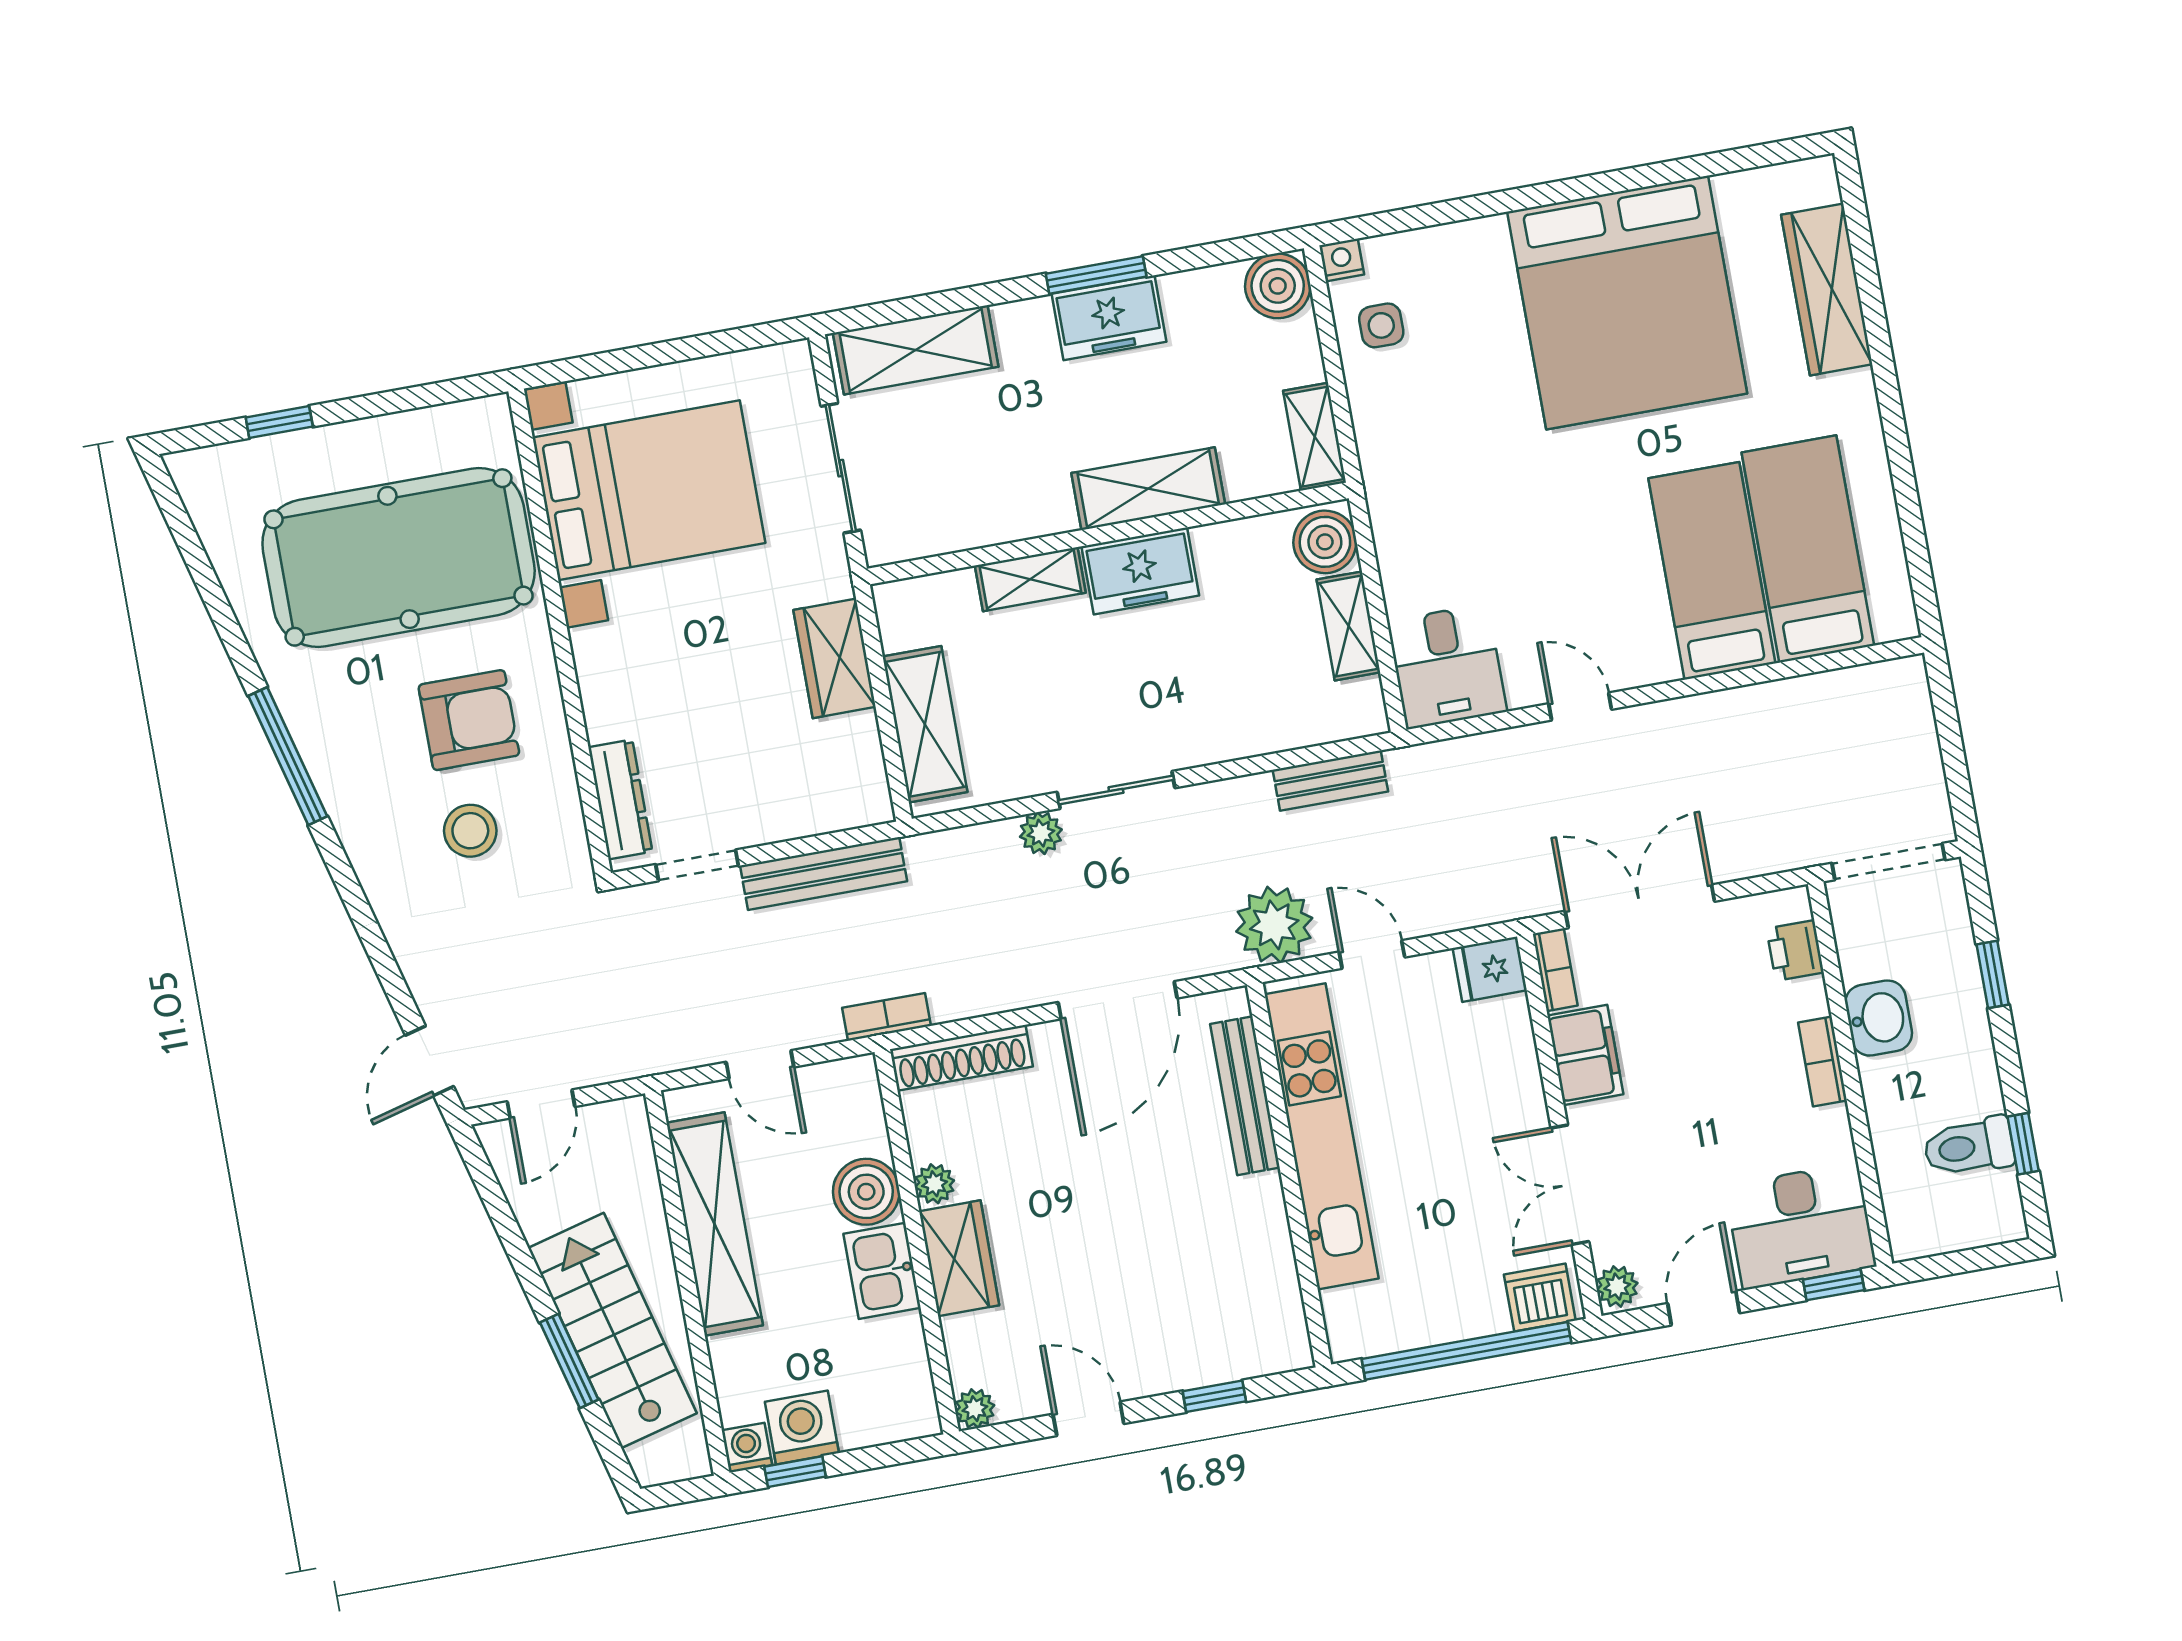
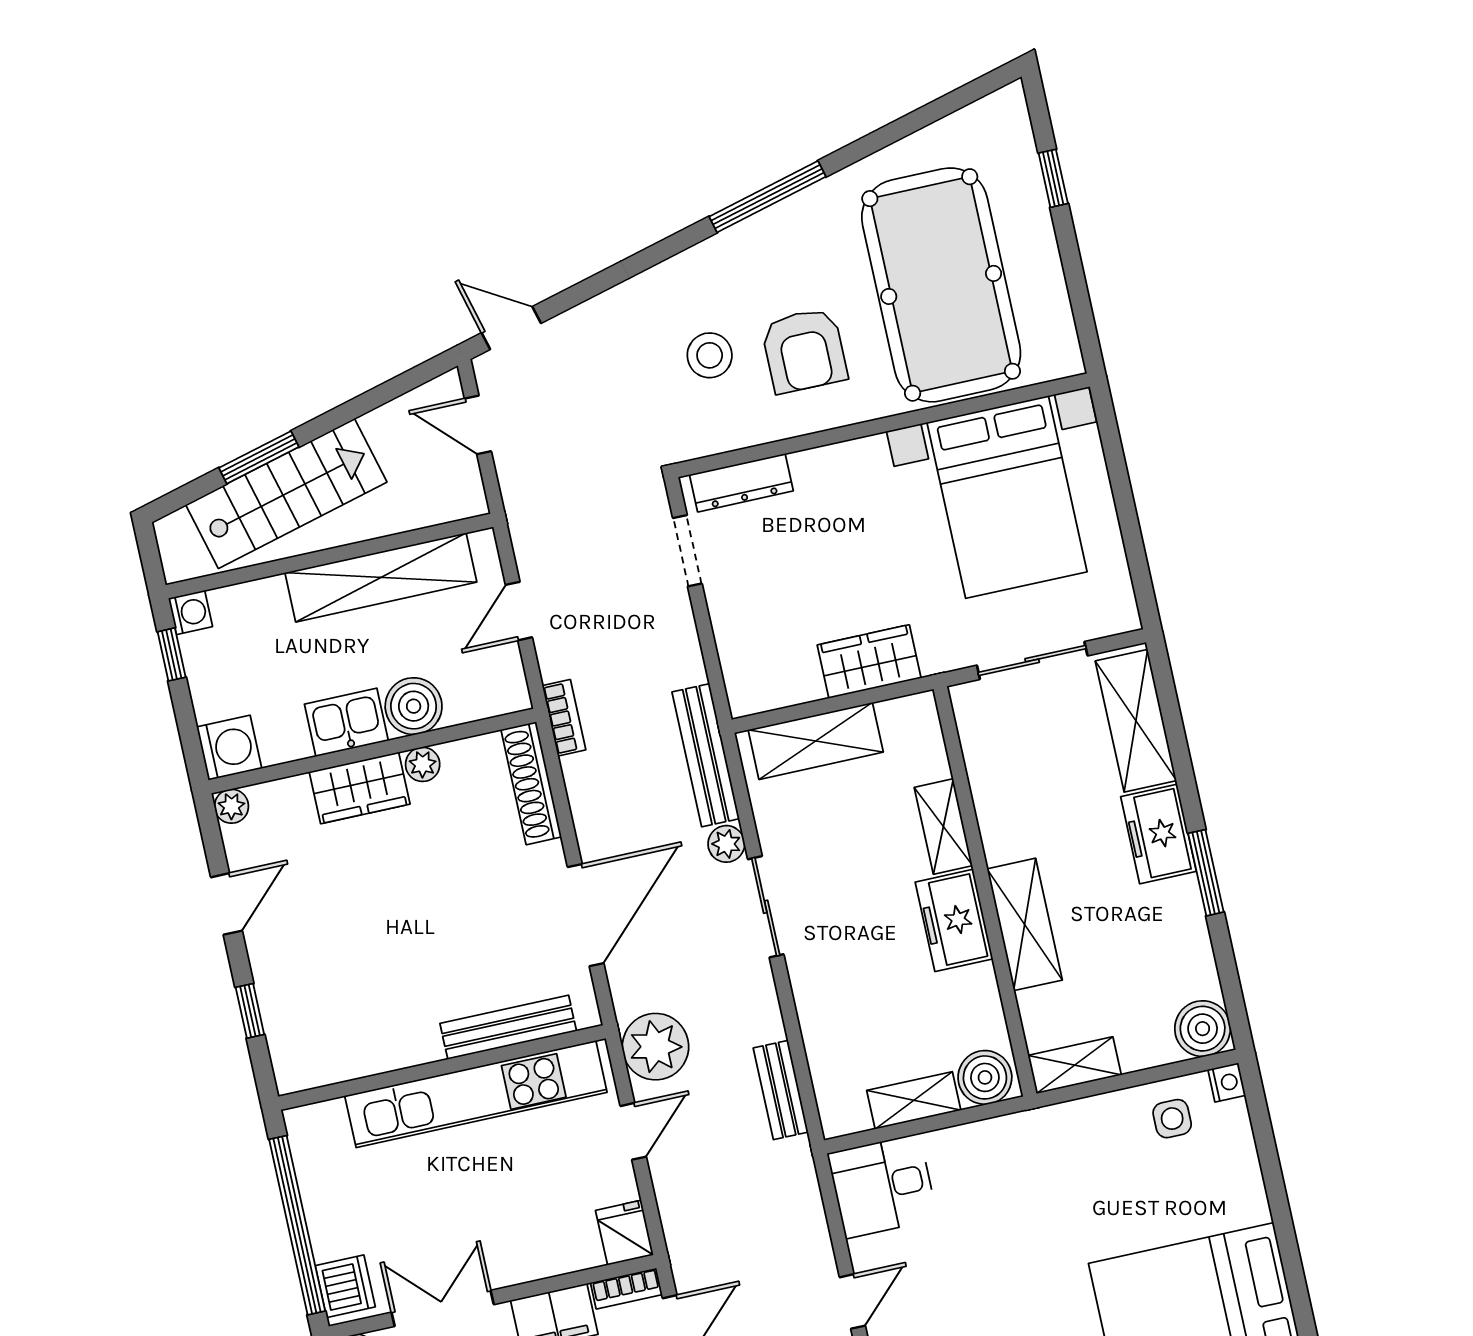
freezer: (1109, 318) -> (1159, 834), moved
bench: (824, 873) -> (706, 755), moved
door: (1118, 1000) -> (586, 915), swing flipped
washing machine: (802, 1427) -> (229, 748), moved

